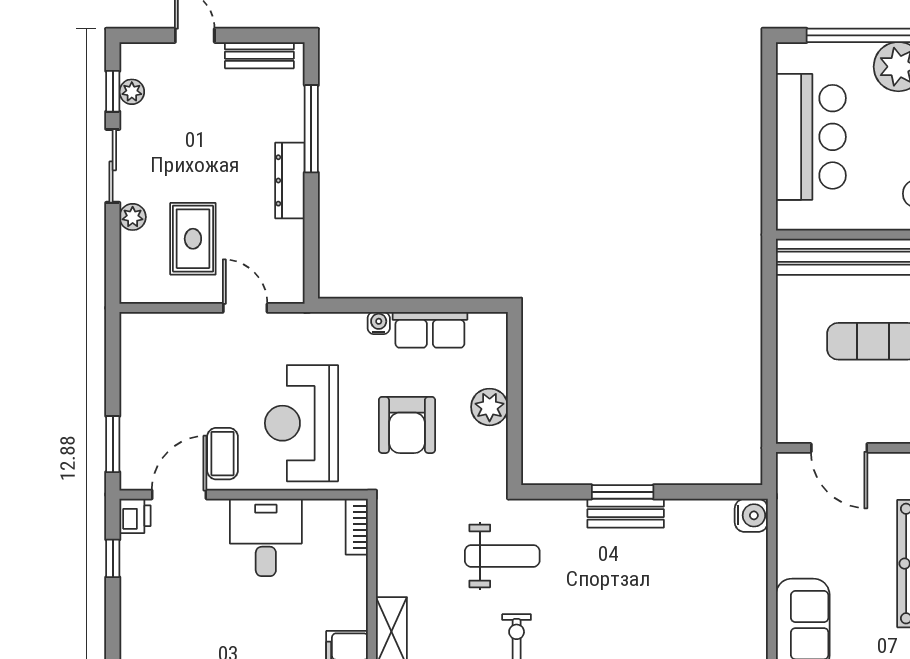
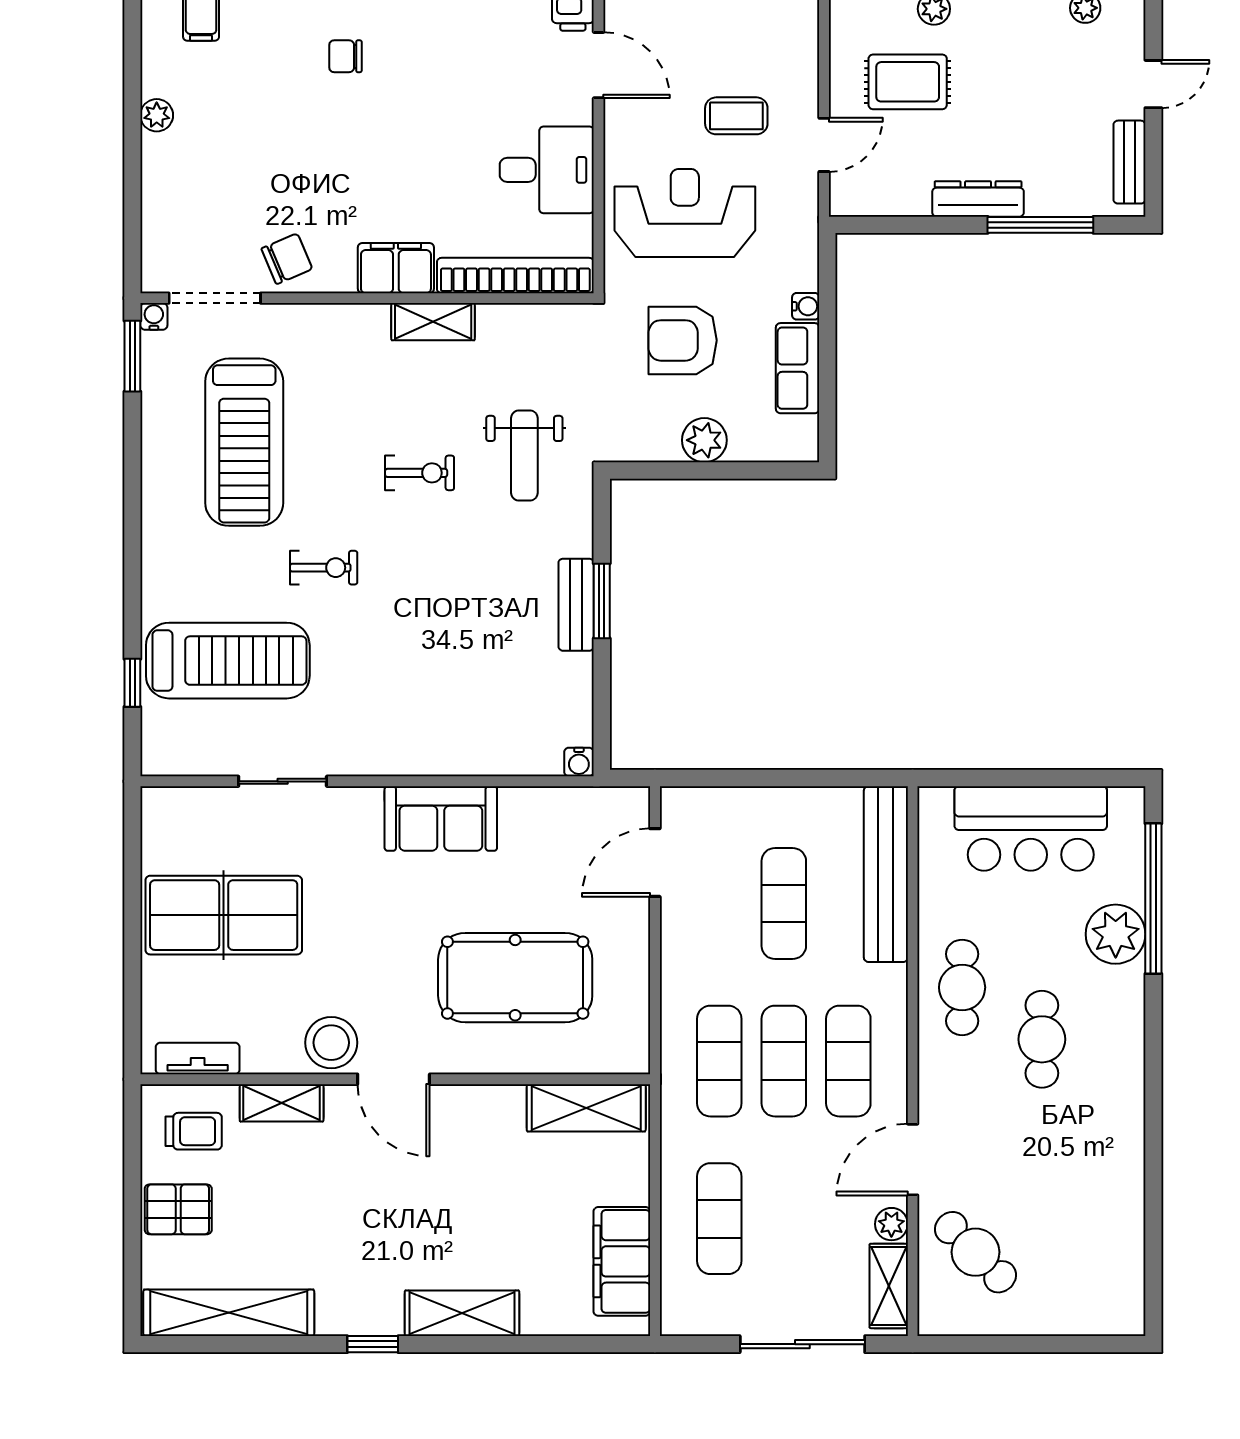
coffee table: (223, 454) -> (736, 116), moved
water cooler: (751, 515) -> (579, 762), width x0.72, depth x0.72
bookcase: (357, 527) -> (515, 276), width x2.31, depth x1.31

